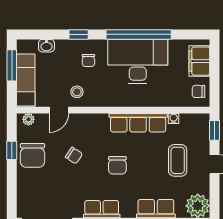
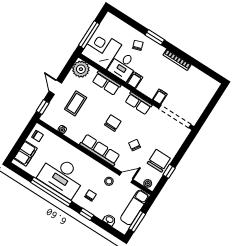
row of seats: (138, 123) -> (100, 150), moved

